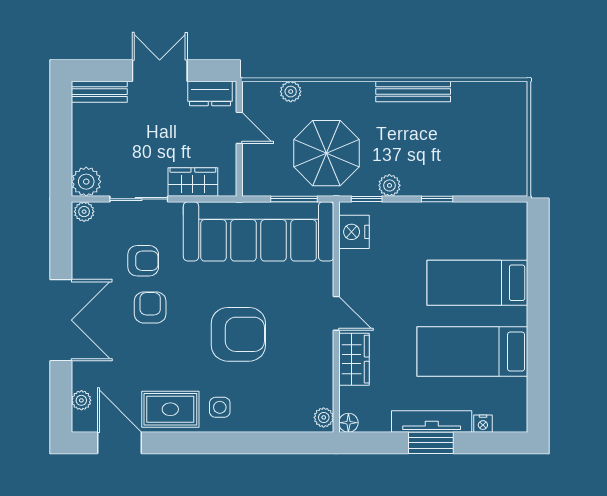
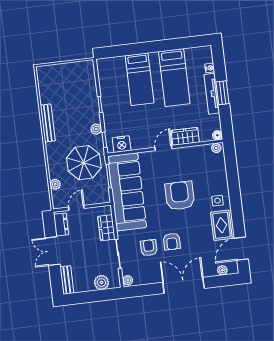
plant: (86, 182) -> (101, 282), moved
armchair: (150, 308) -> (172, 241), turned -90

